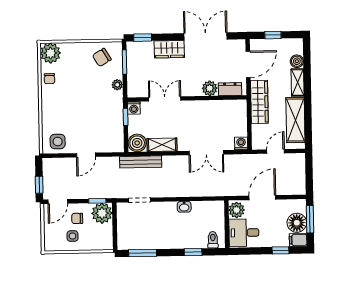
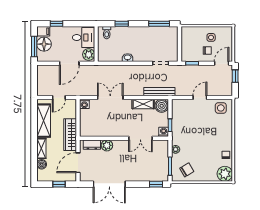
wardrobe: (169, 49) -> (136, 175), removed
plant: (102, 213) -> (189, 54), removed

